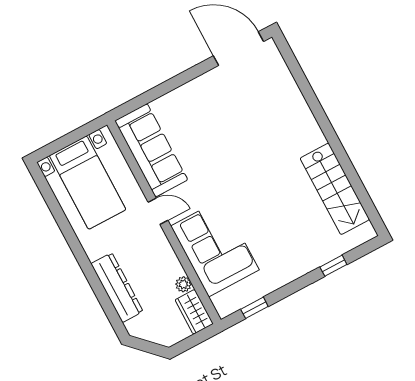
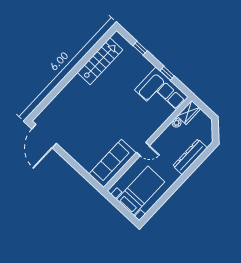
door: (158, 211) -> (143, 149), swing flipped
corner sofa: (215, 248) -> (161, 93), moved, turned -90
window: (254, 308) -> (167, 73), moved

